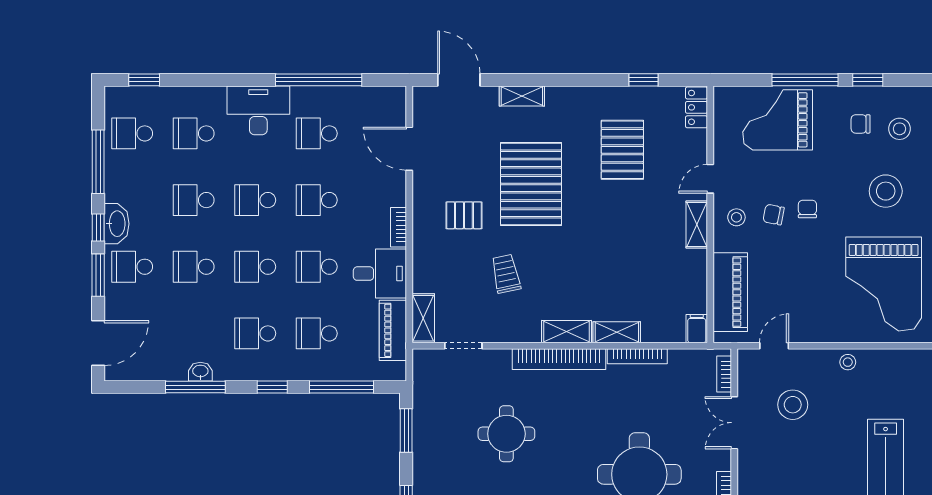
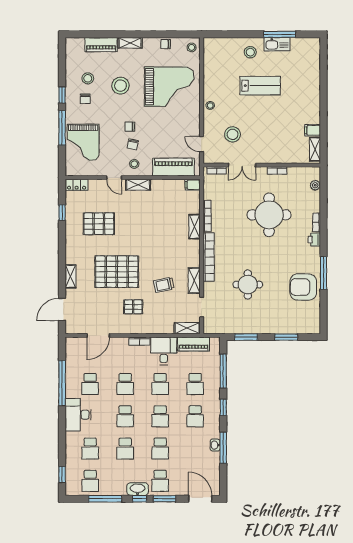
pallet: (464, 215) -> (133, 307), turned 90
shelving: (566, 332) -> (194, 281), moved

